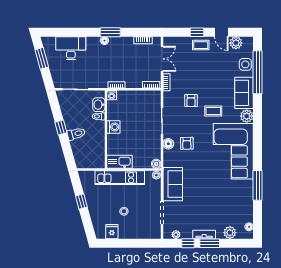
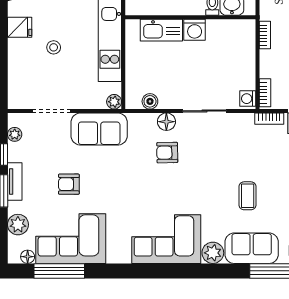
washing machine: (112, 95) -> (248, 99), moved
armchair: (191, 101) -> (69, 184), moved
coffee table: (213, 111) -> (248, 196), moved
corner sofa: (233, 151) -> (166, 239), width x0.73, depth x0.74
kitchen sink: (120, 162) -> (161, 30), moved, turned 90
boiler: (156, 164) -> (150, 101), moved
window: (258, 185) -> (59, 271), moved
corner sofa: (238, 201) -> (71, 239), added

